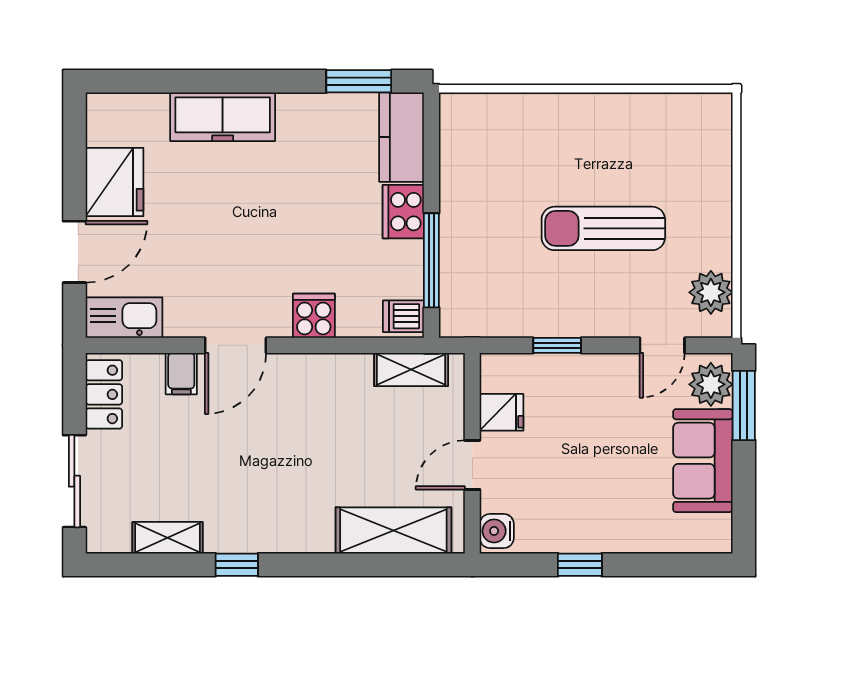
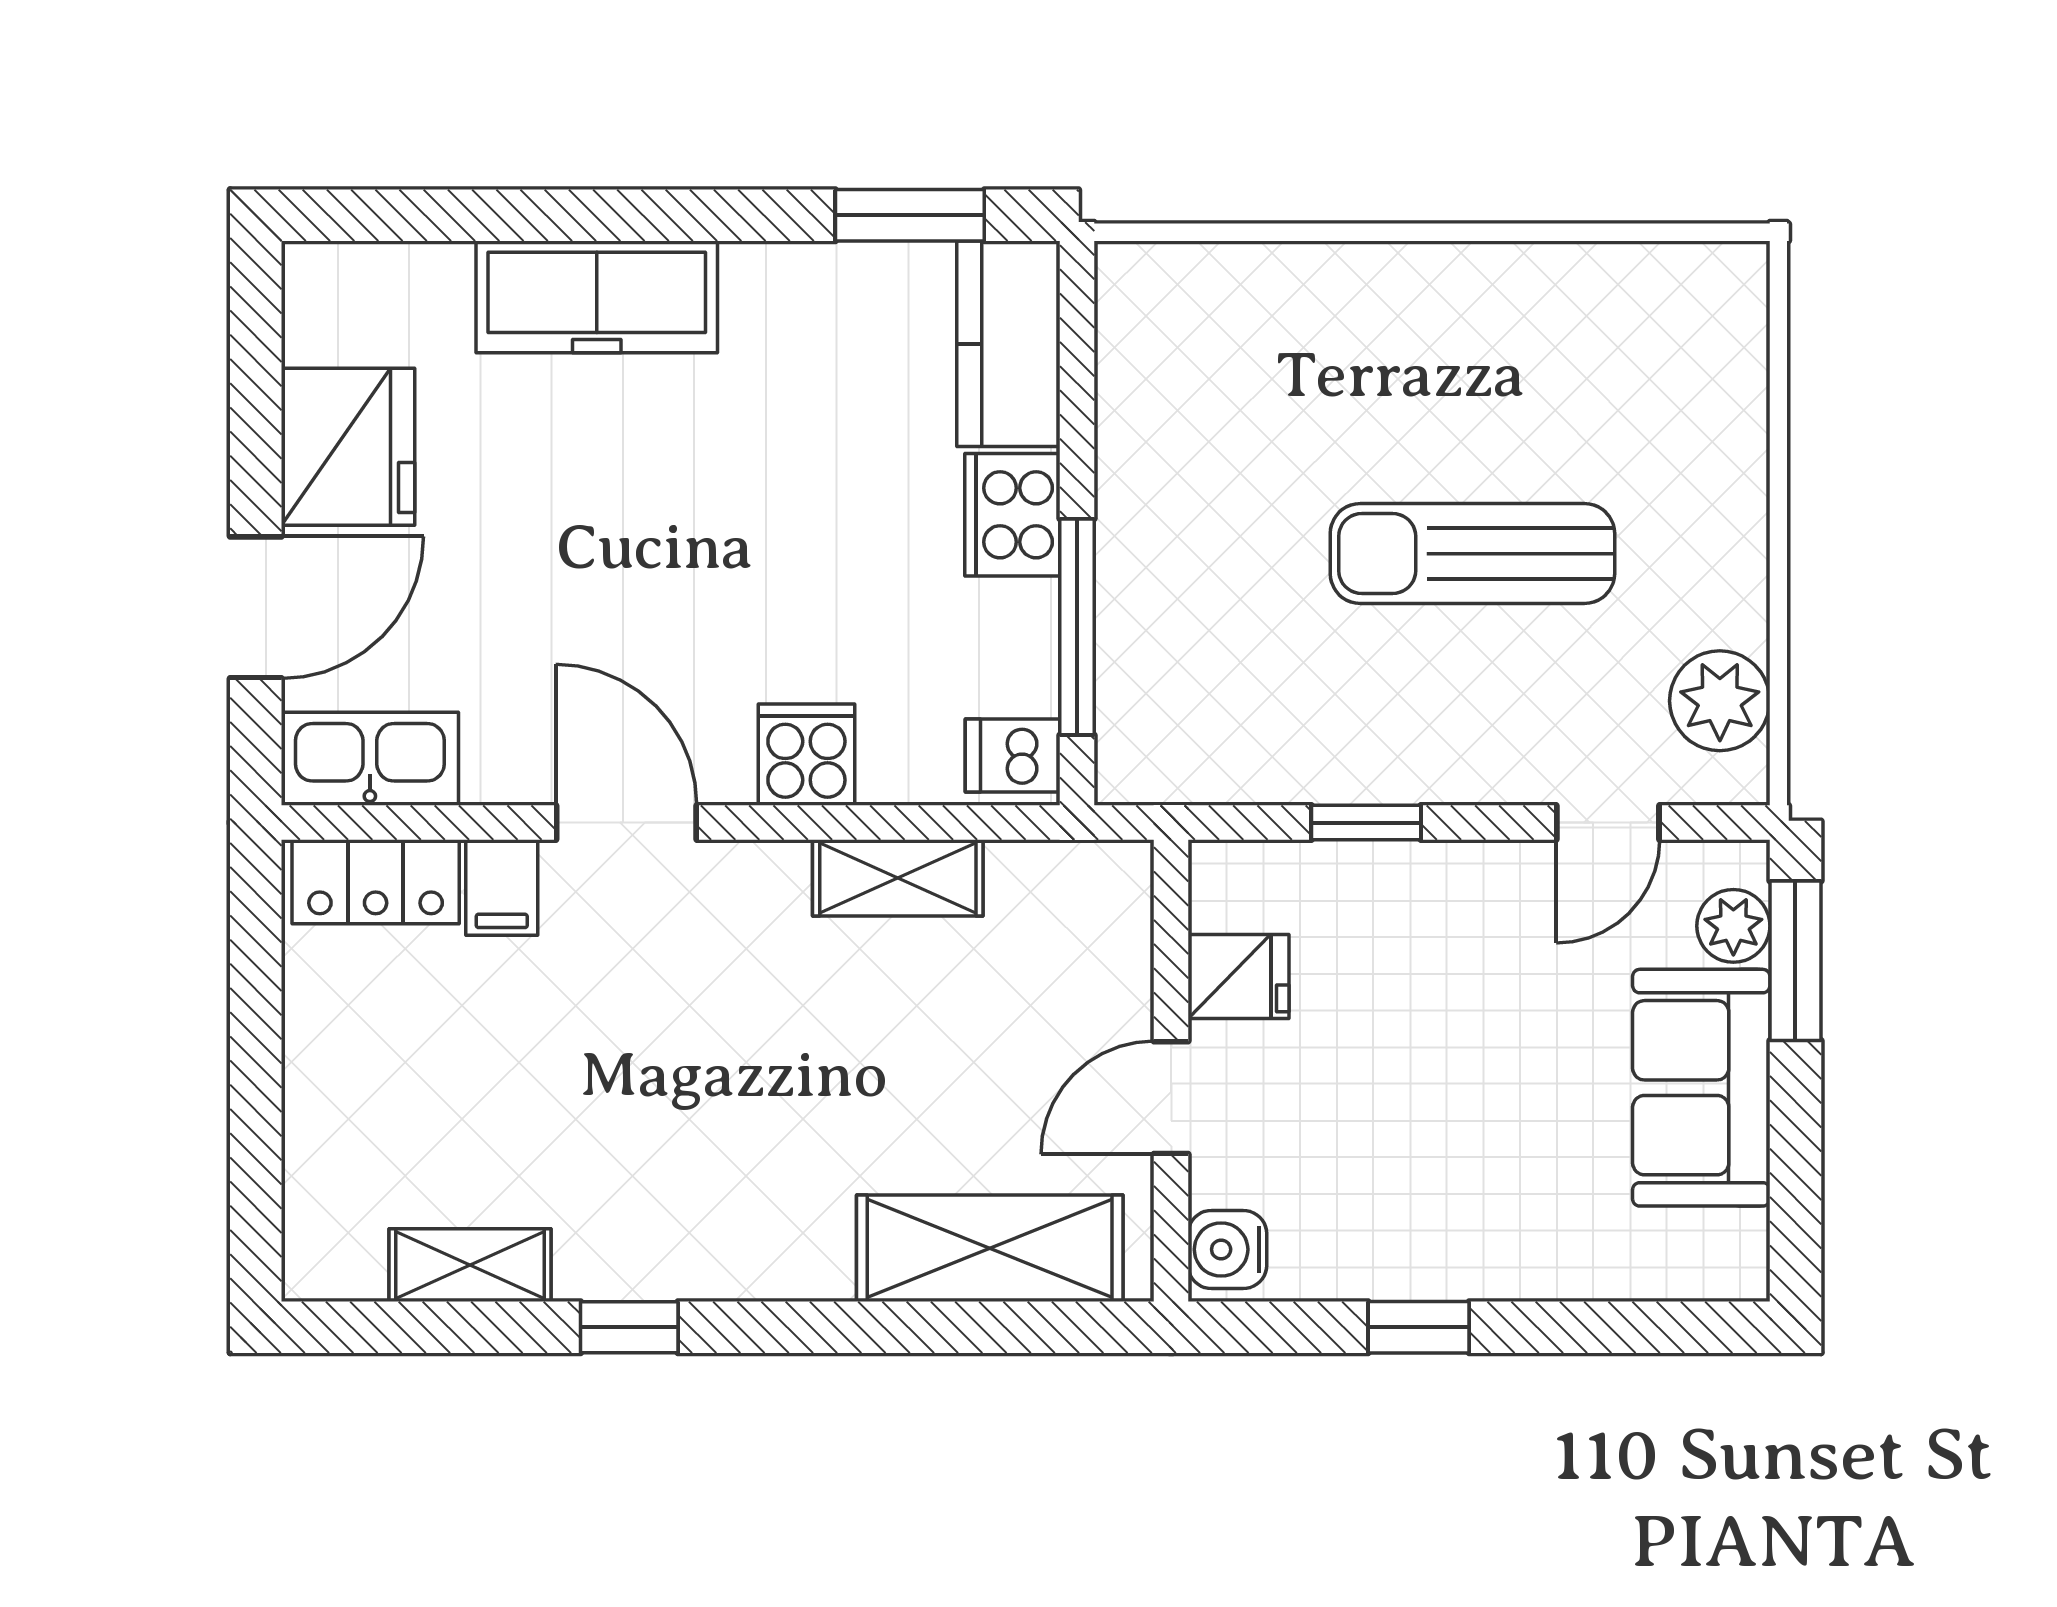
door: (236, 345) -> (626, 823), swing flipped
shelving: (411, 369) -> (898, 878), moved
plant: (711, 384) -> (1733, 926), width x0.73, depth x0.73
locker: (104, 394) -> (376, 882), moved, turned 90
sliding door: (74, 481) -> (256, 1135), removed

